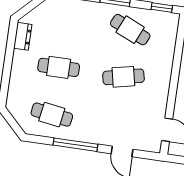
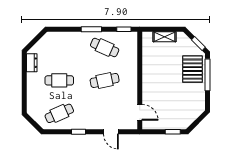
cafe table: (52, 115) -> (59, 113), turned -33
window: (75, 145) -> (78, 132), width x0.46

